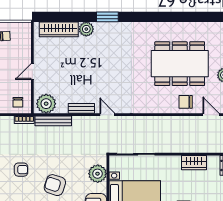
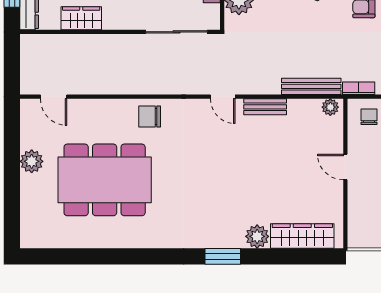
door: (32, 72) -> (345, 167), swing flipped
chair: (186, 102) -> (150, 117), moved, turned 180
plant: (46, 104) -> (330, 107), width x0.53, depth x0.53

